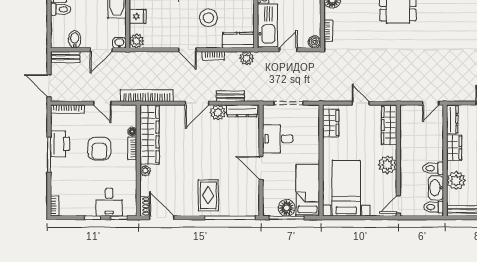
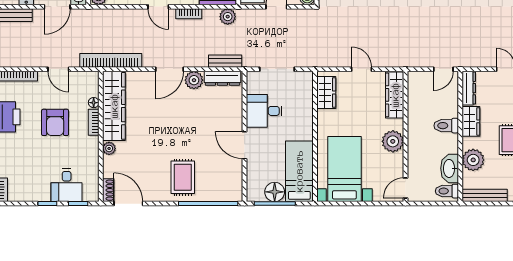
bench: (230, 96) -> (225, 61), moved
toilet: (433, 168) -> (446, 126), moved

